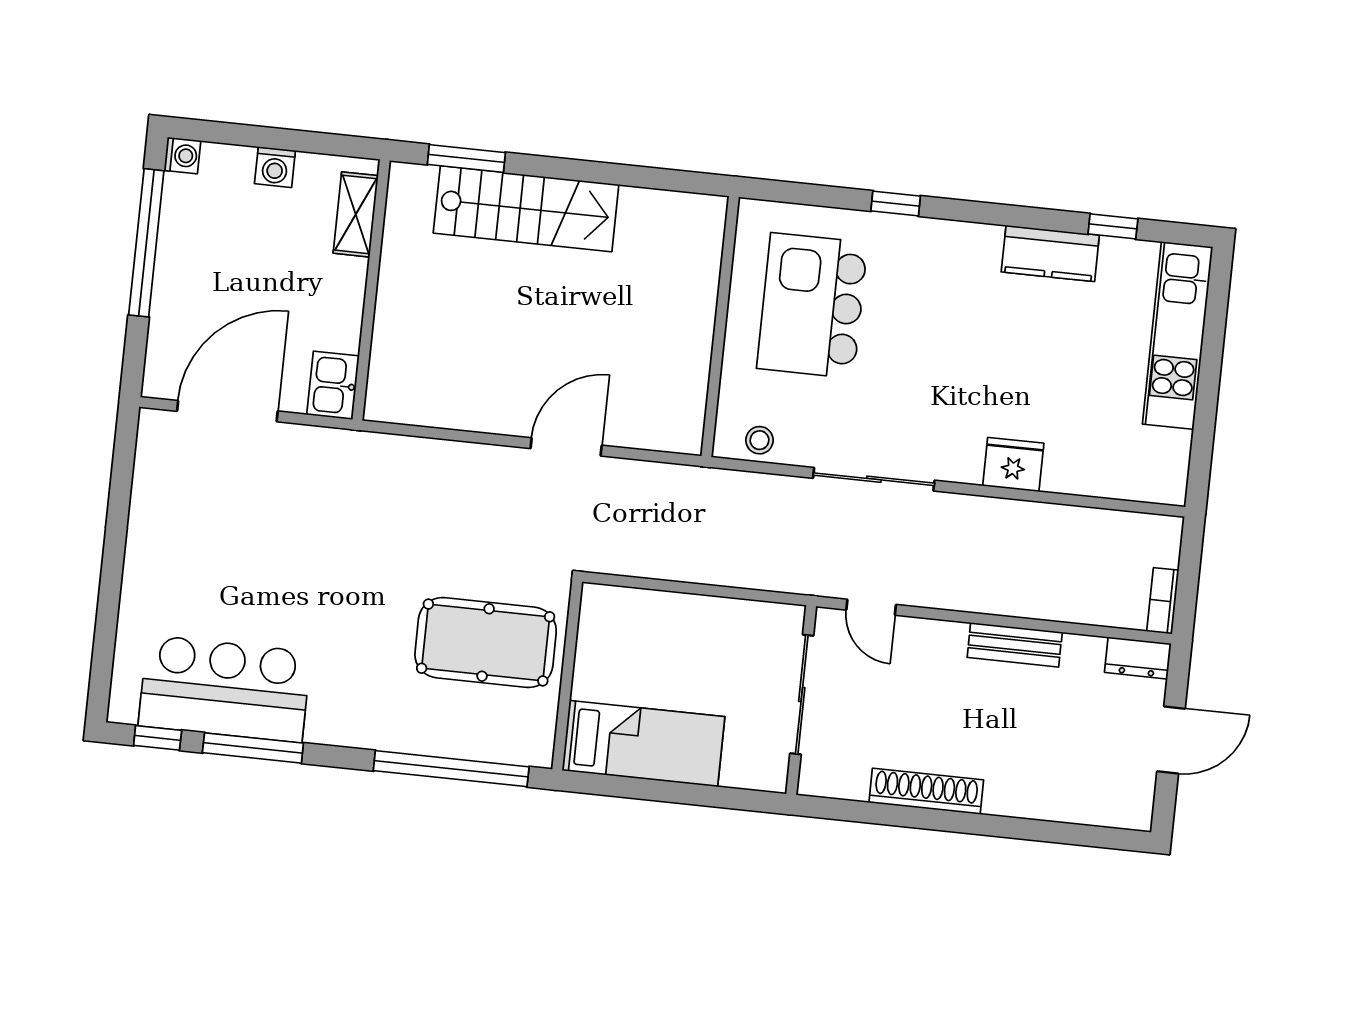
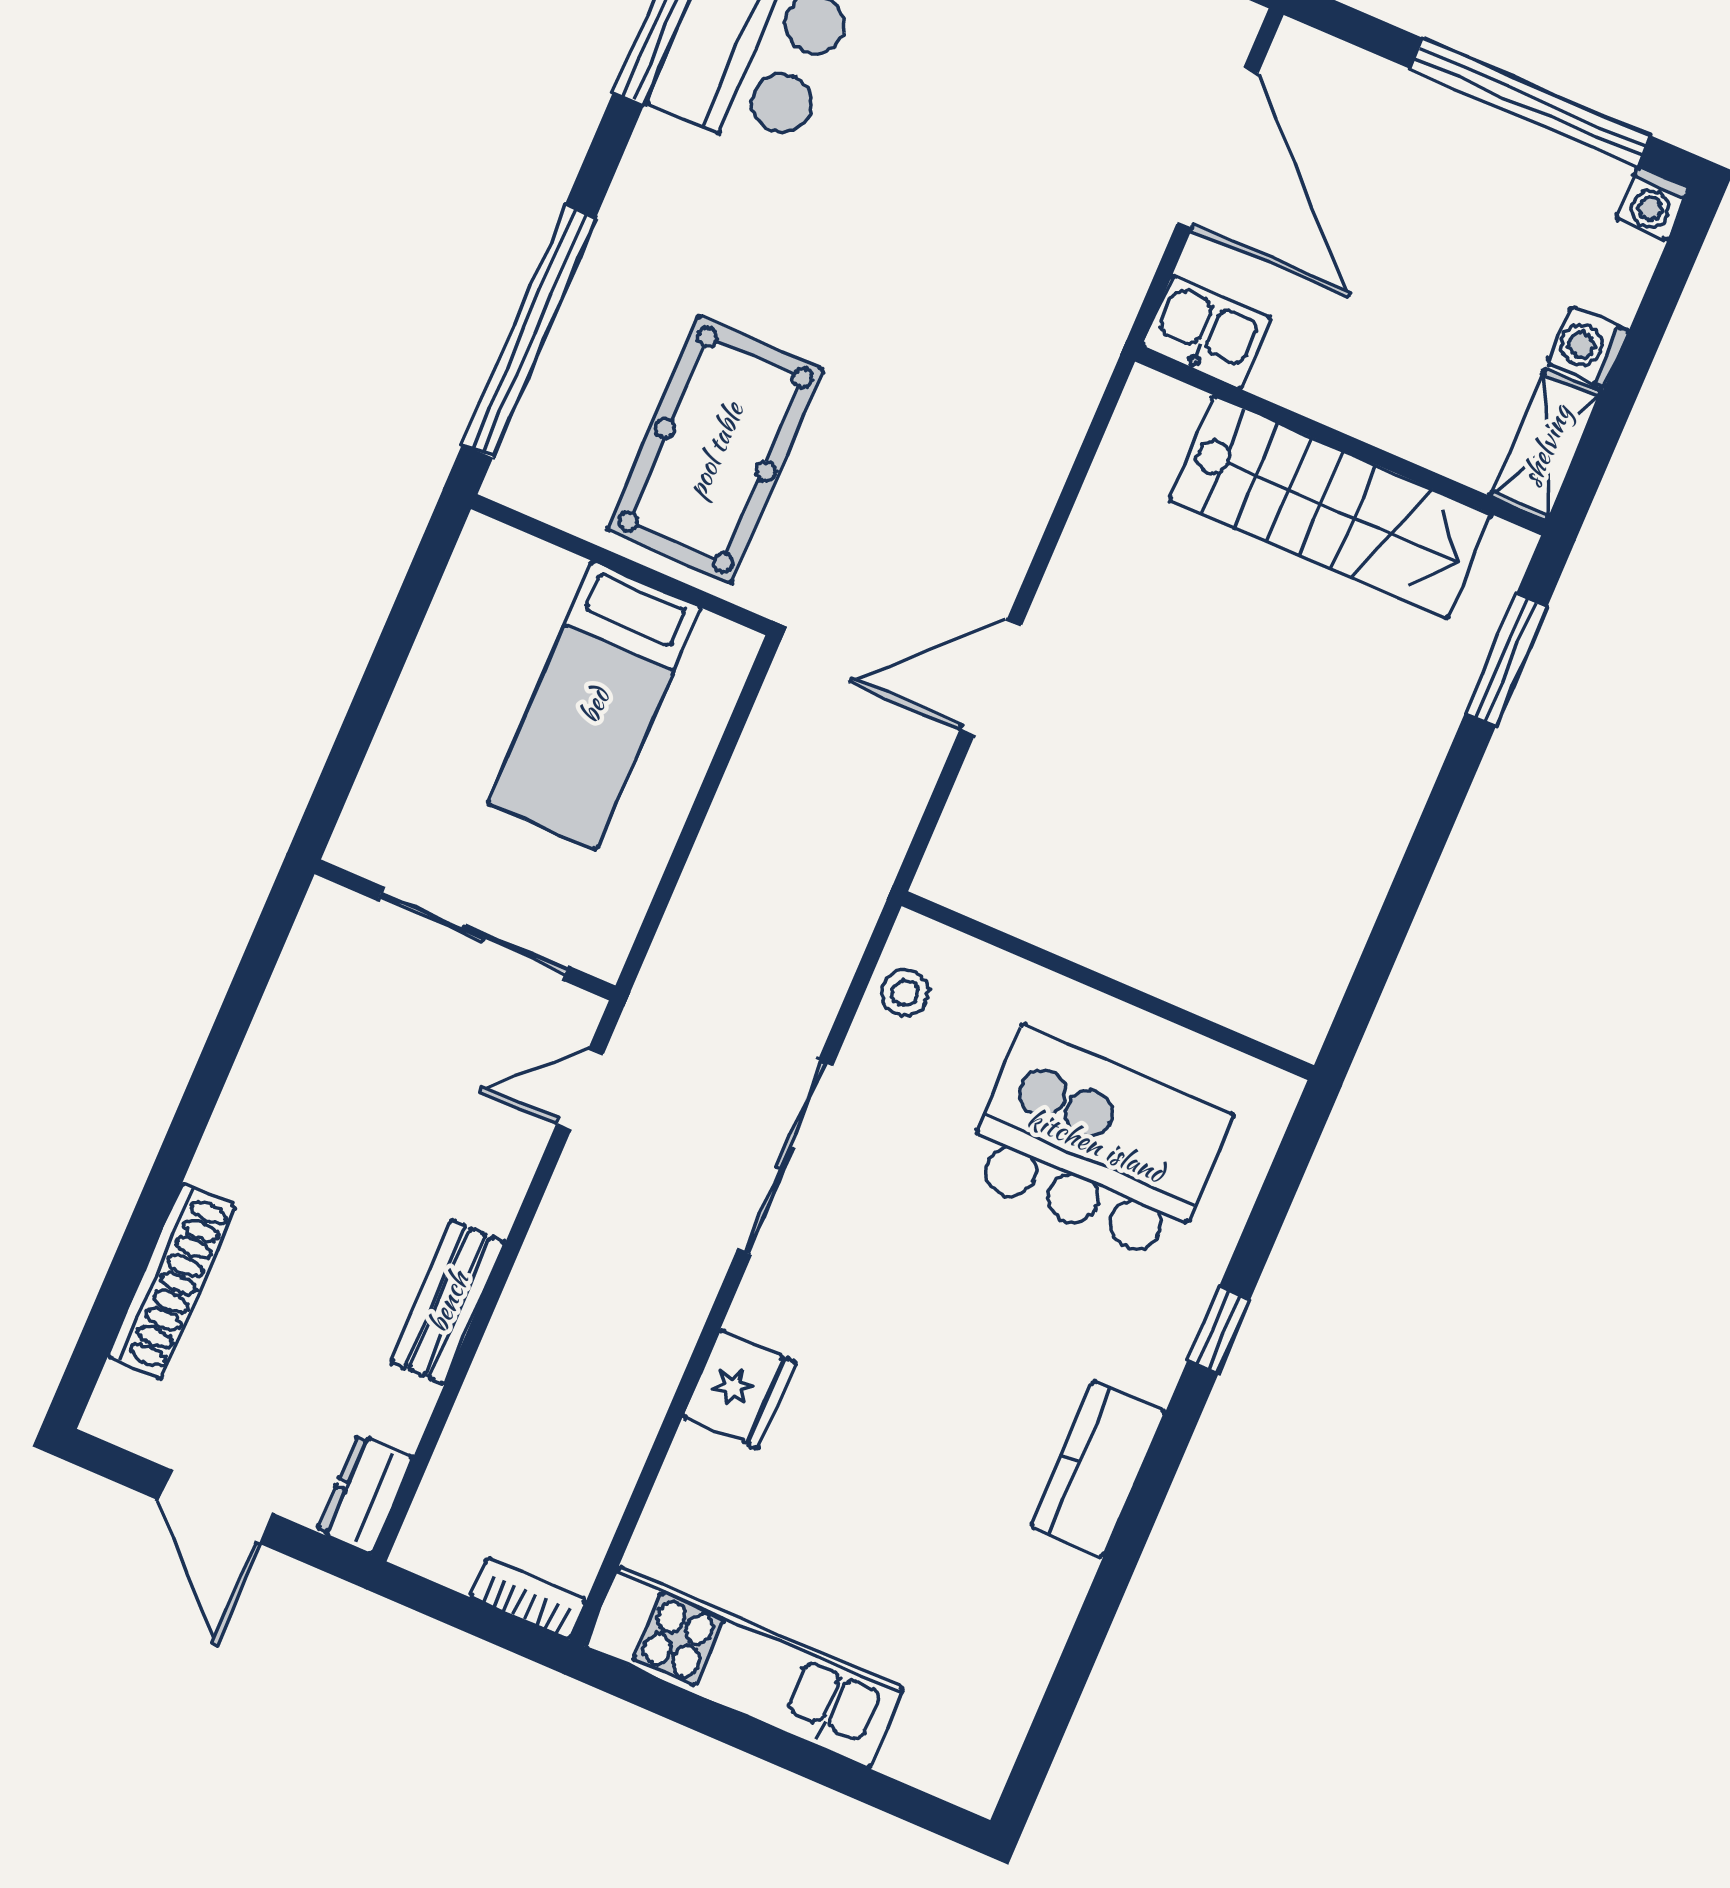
stairs: (526, 209) -> (1330, 507), moved, turned -90
shelving: (356, 214) -> (1546, 445), moved, turned 90
window: (1113, 226) -> (1073, 1669), removed
kitchen counter: (1050, 253) -> (1098, 1469), moved
kitchen unit: (1178, 336) -> (744, 1667), moved
door: (566, 447) -> (991, 677), swing flipped
bookcase: (1163, 601) -> (528, 1599), moved
bed: (643, 744) -> (594, 705), moved
shoe rack: (926, 791) -> (172, 1281), moved

